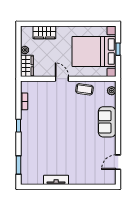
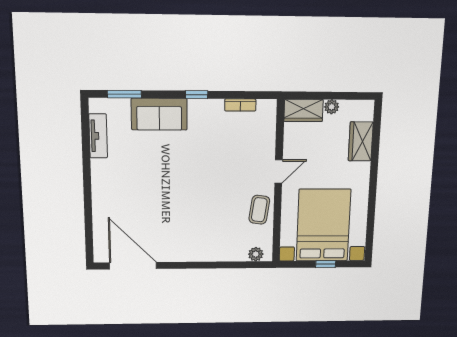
sofa: (107, 122) -> (159, 114), moved, turned 180
door: (118, 162) -> (133, 266), width x1.88
tv unit: (56, 180) -> (98, 136), moved

